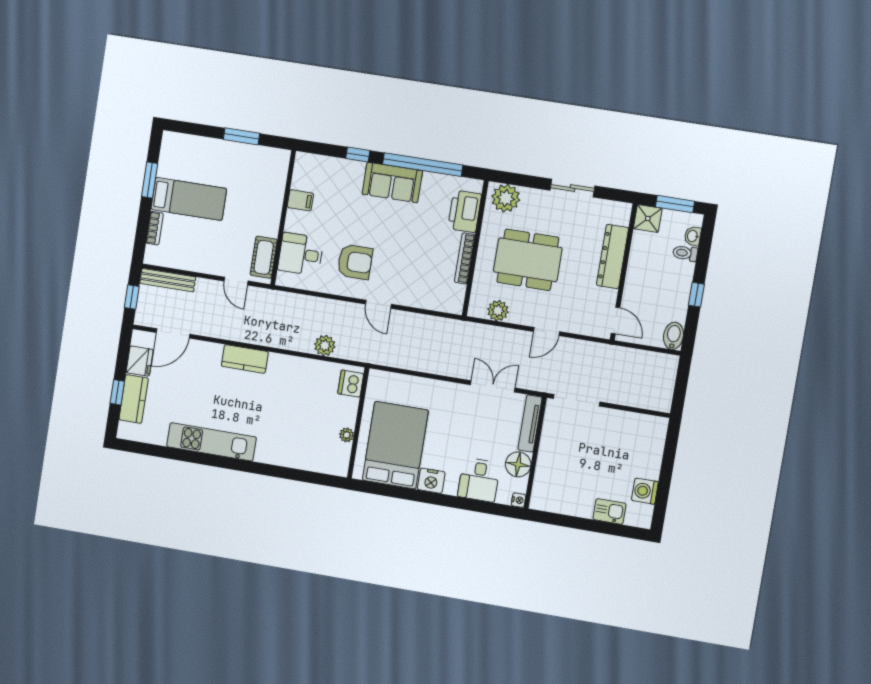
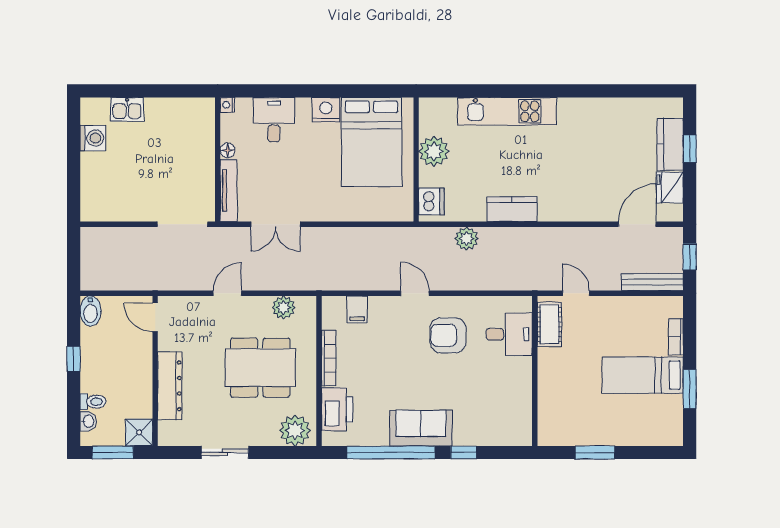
filing cabinet: (300, 200) -> (357, 309), moved, turned -90
kitchen counter: (245, 359) -> (512, 209), moved
plant: (347, 435) -> (434, 151), width x1.88, depth x1.88
kitchen unit: (211, 442) -> (507, 111), moved
floor lamp: (518, 464) -> (228, 150), width x0.53, depth x0.53

